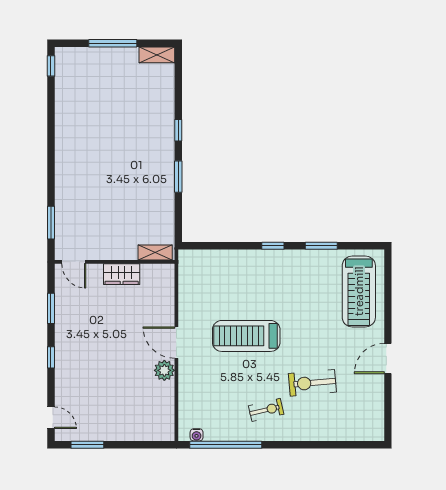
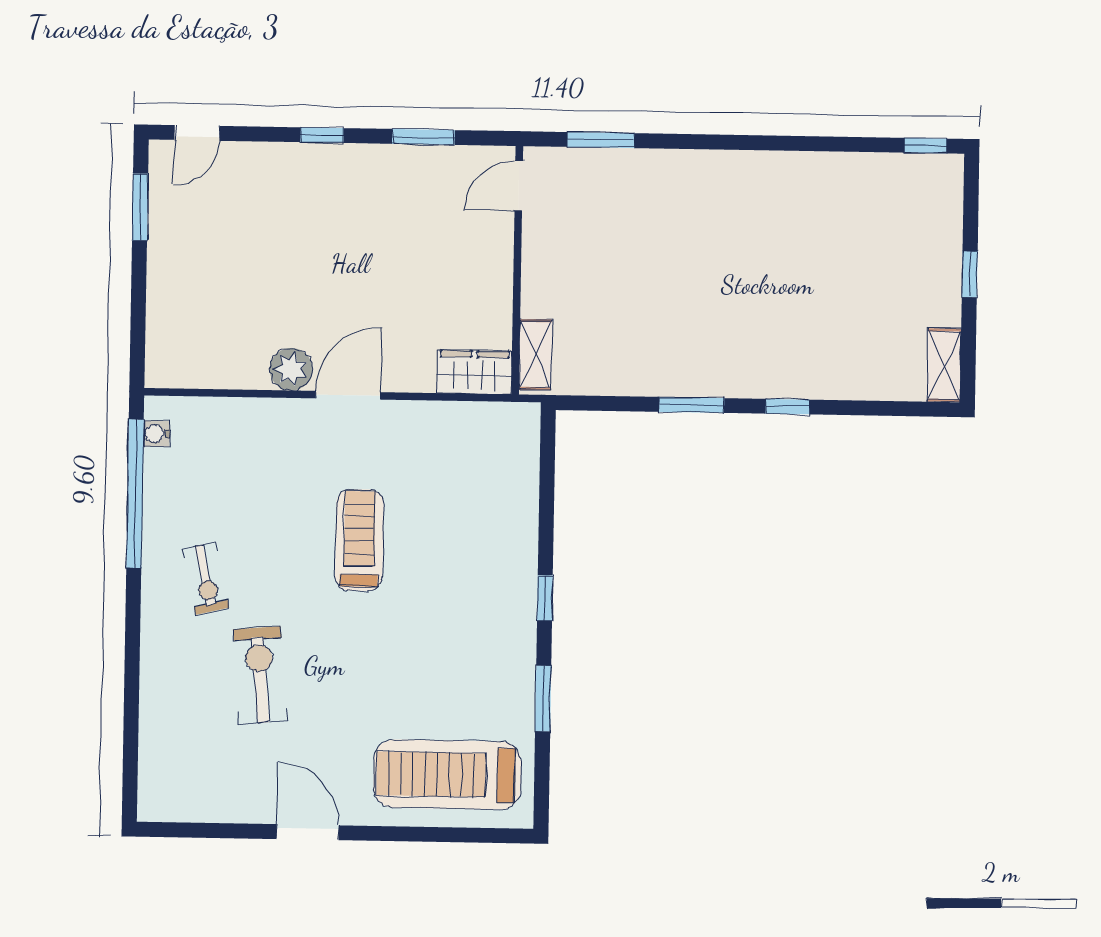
window: (113, 43) -> (970, 274), width x0.46
wardrobe: (122, 274) -> (475, 372), moved, turned 90
treadmill: (246, 336) -> (359, 540), width x0.73, depth x0.73

